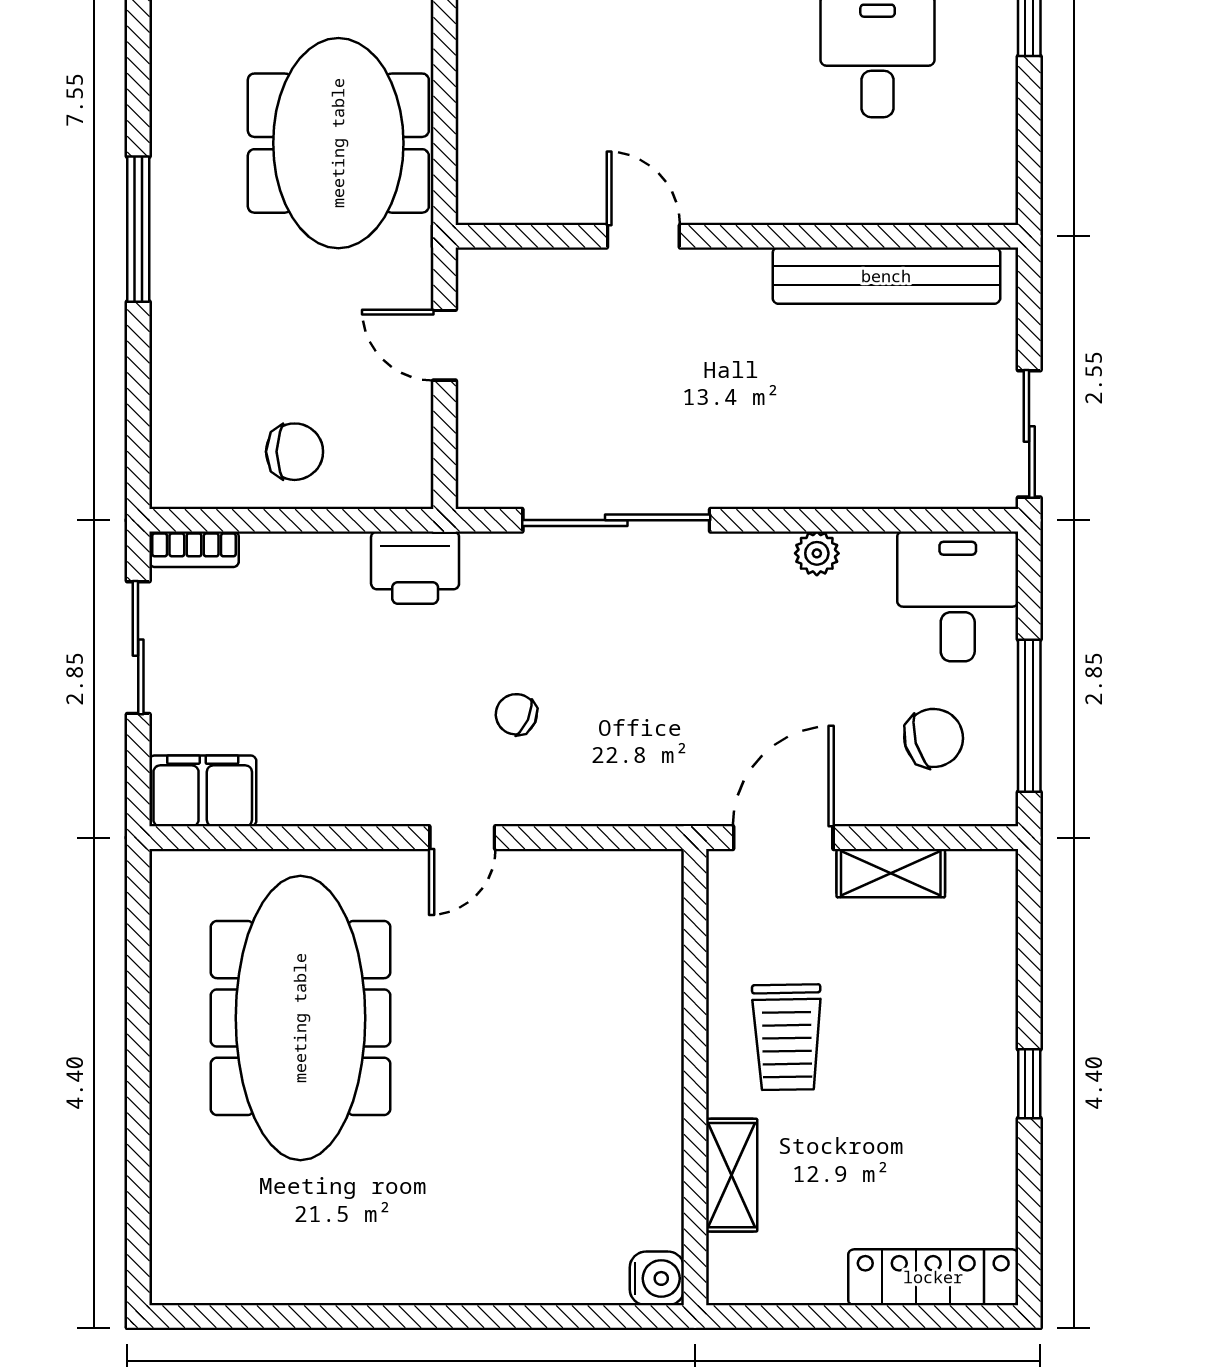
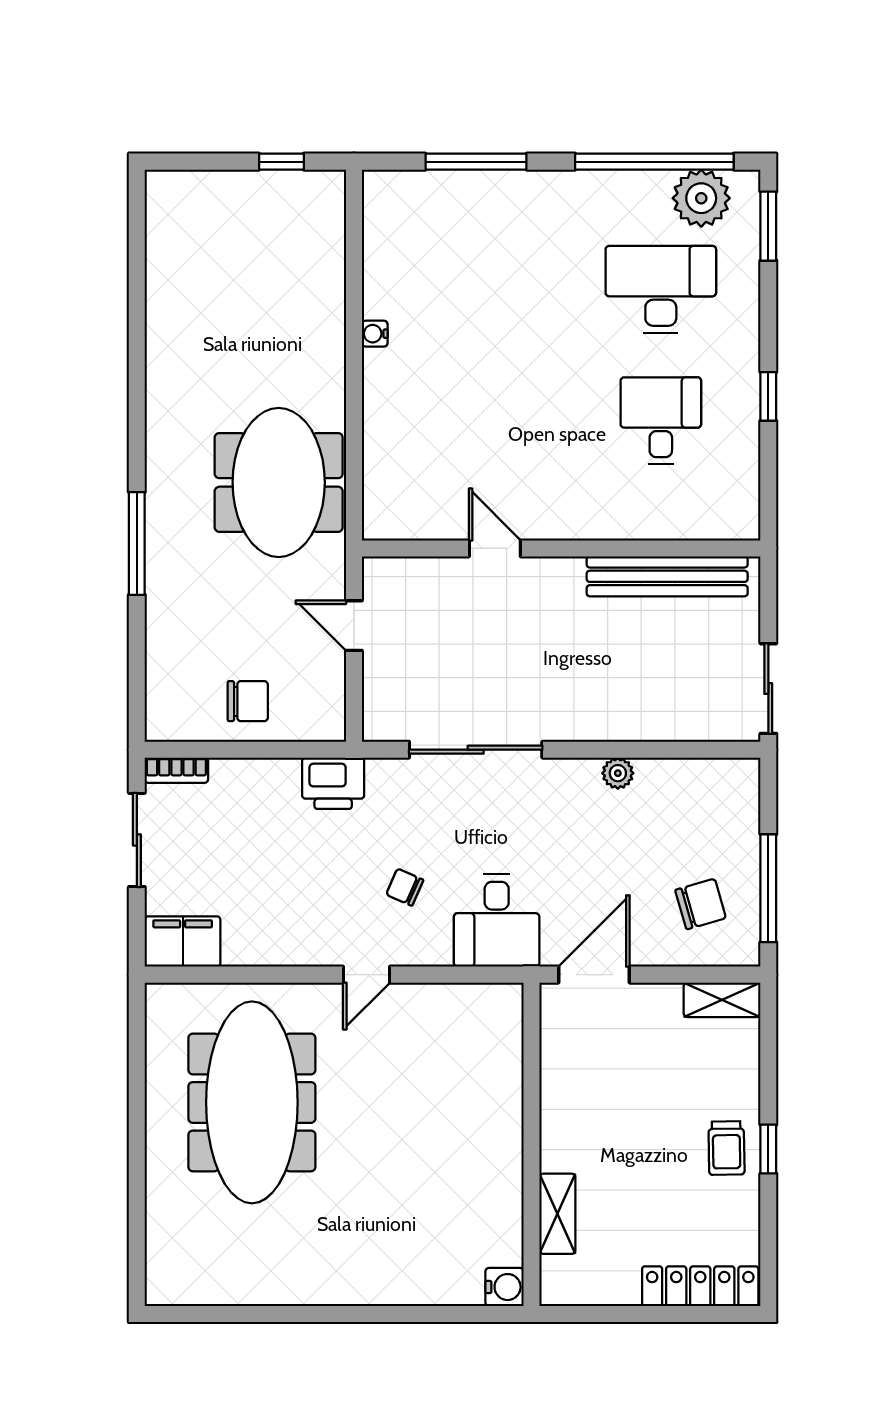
desk: (958, 596) -> (497, 921), moved, turned 180
shelving: (891, 873) -> (722, 1000), moved
trolley: (787, 1037) -> (726, 1148), moved, width x0.73, depth x0.72

